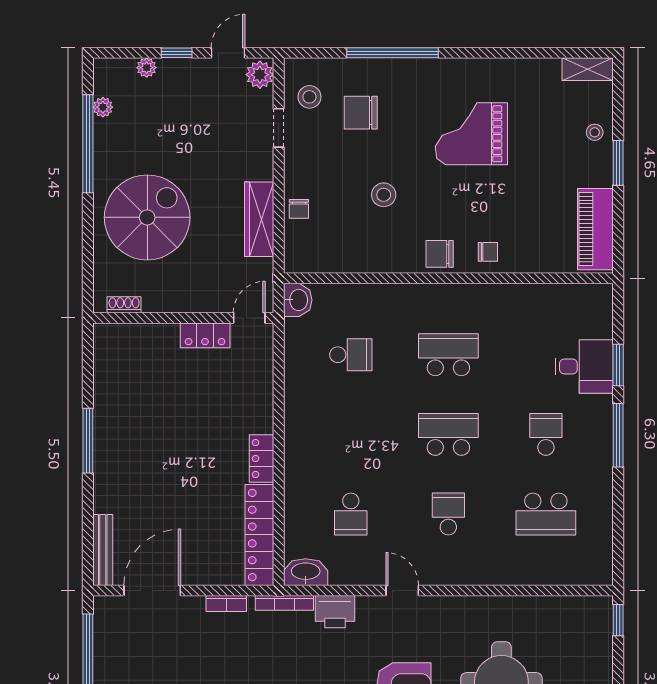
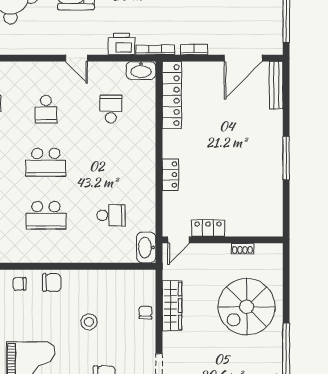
washbasin: (298, 300) -> (146, 247), width x1.38
shoe rack: (124, 305) -> (242, 249), moved
school desk: (351, 355) -> (111, 215), turned 180
locker: (262, 459) -> (170, 175), moved

